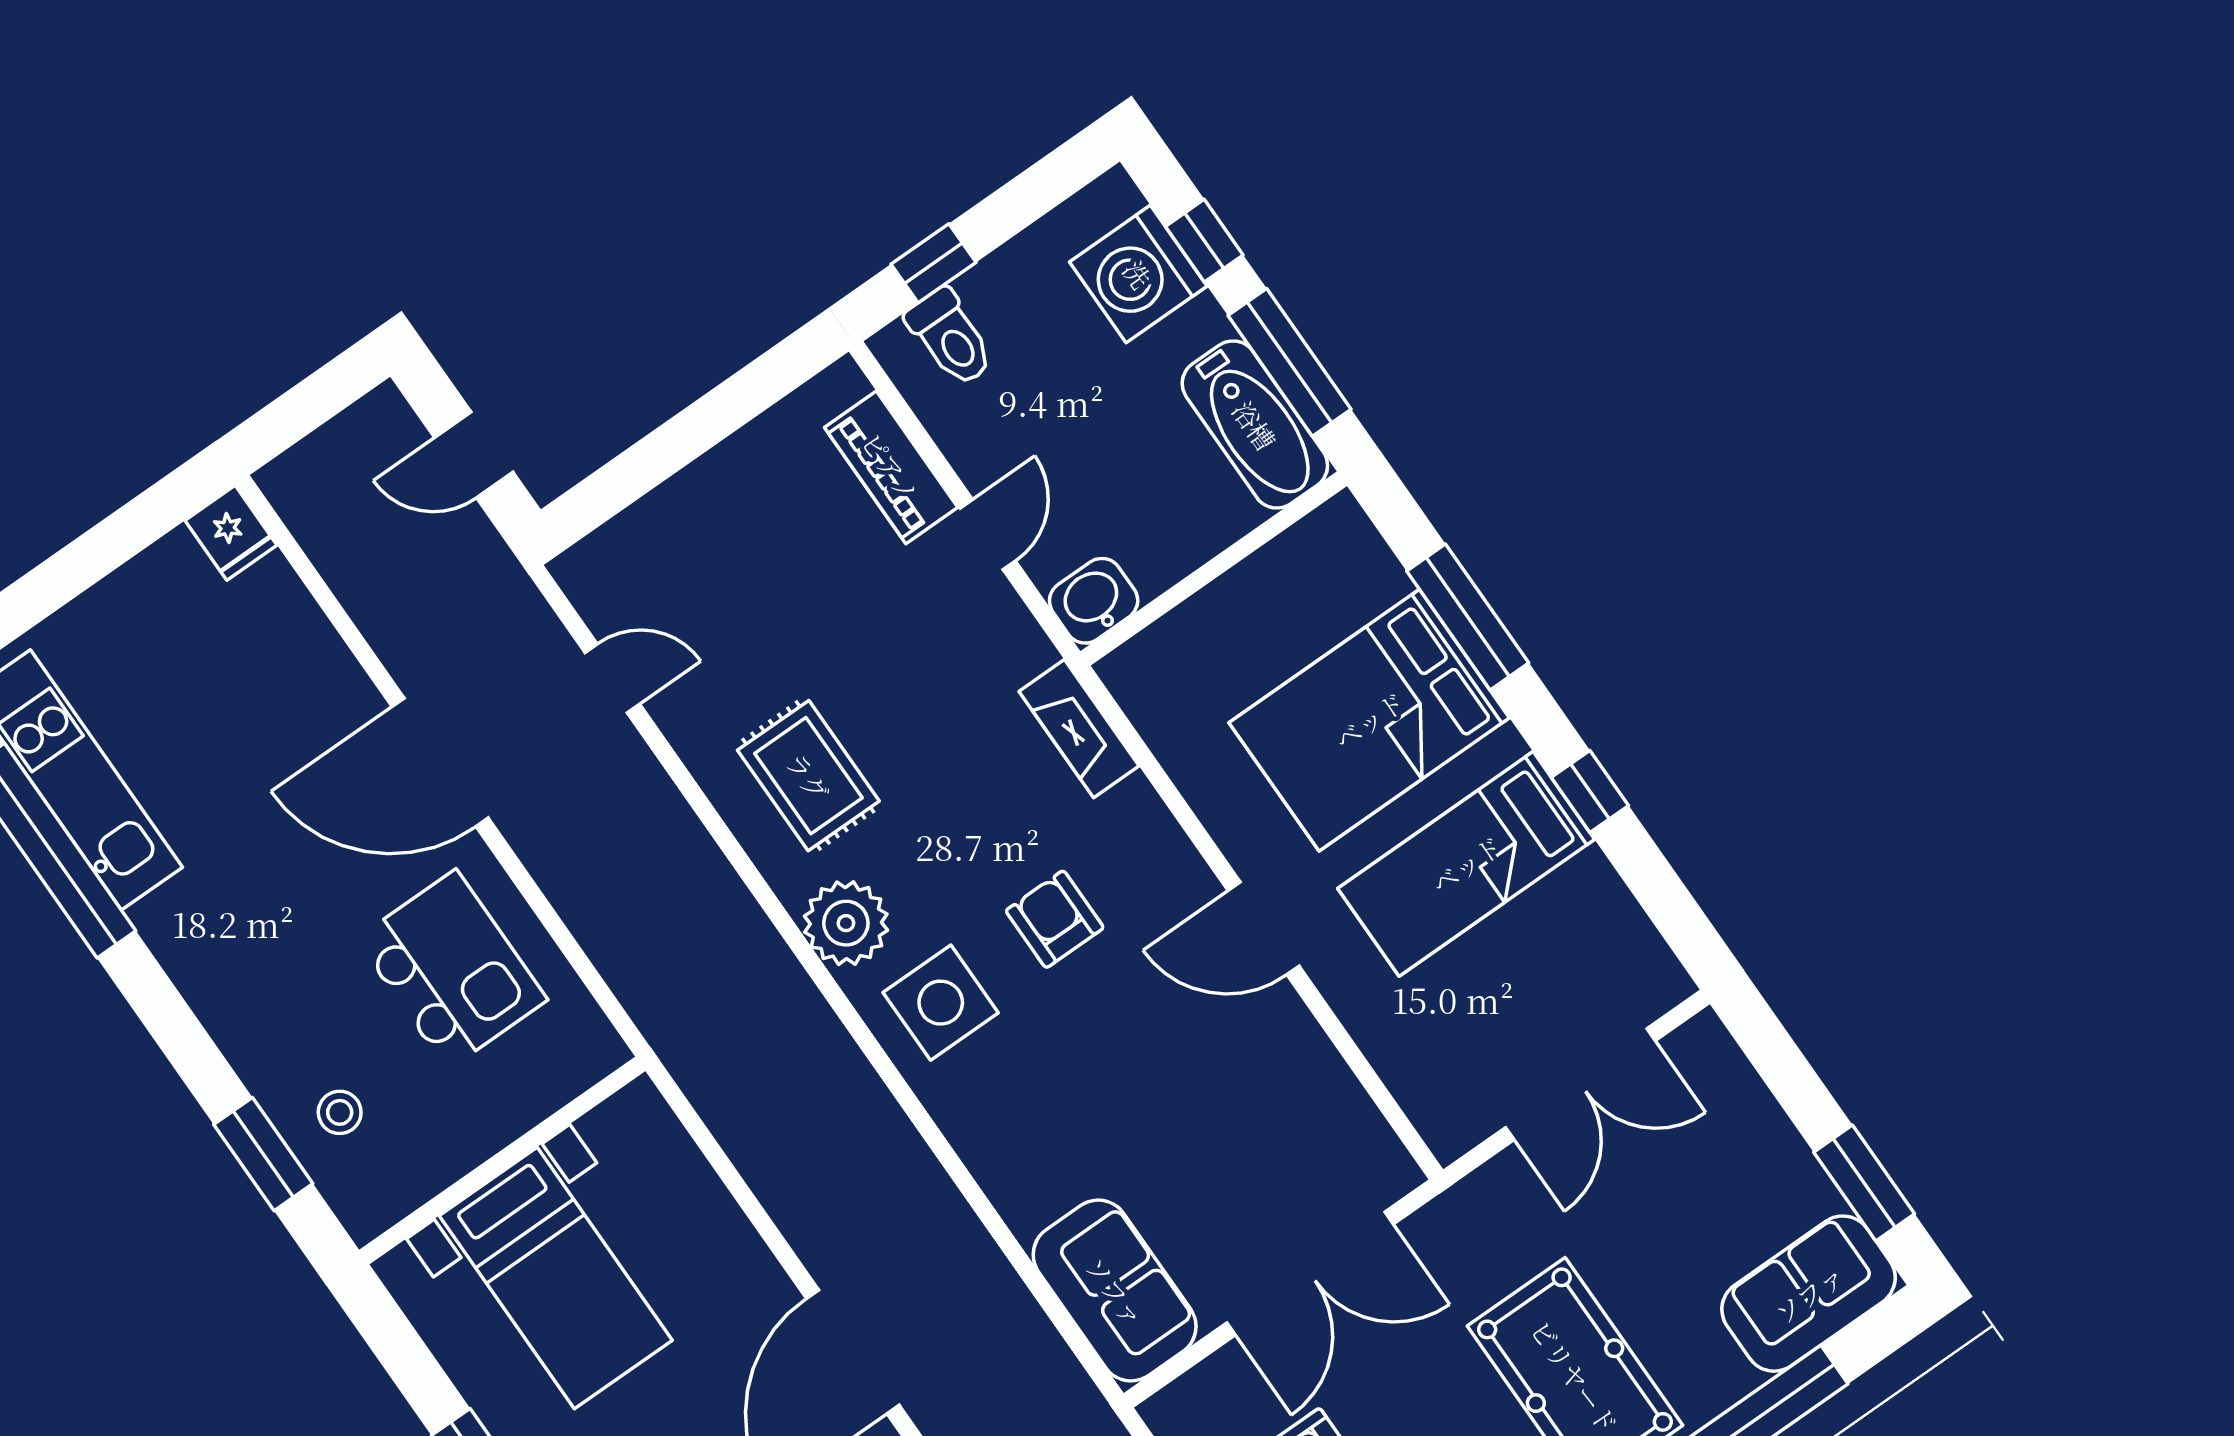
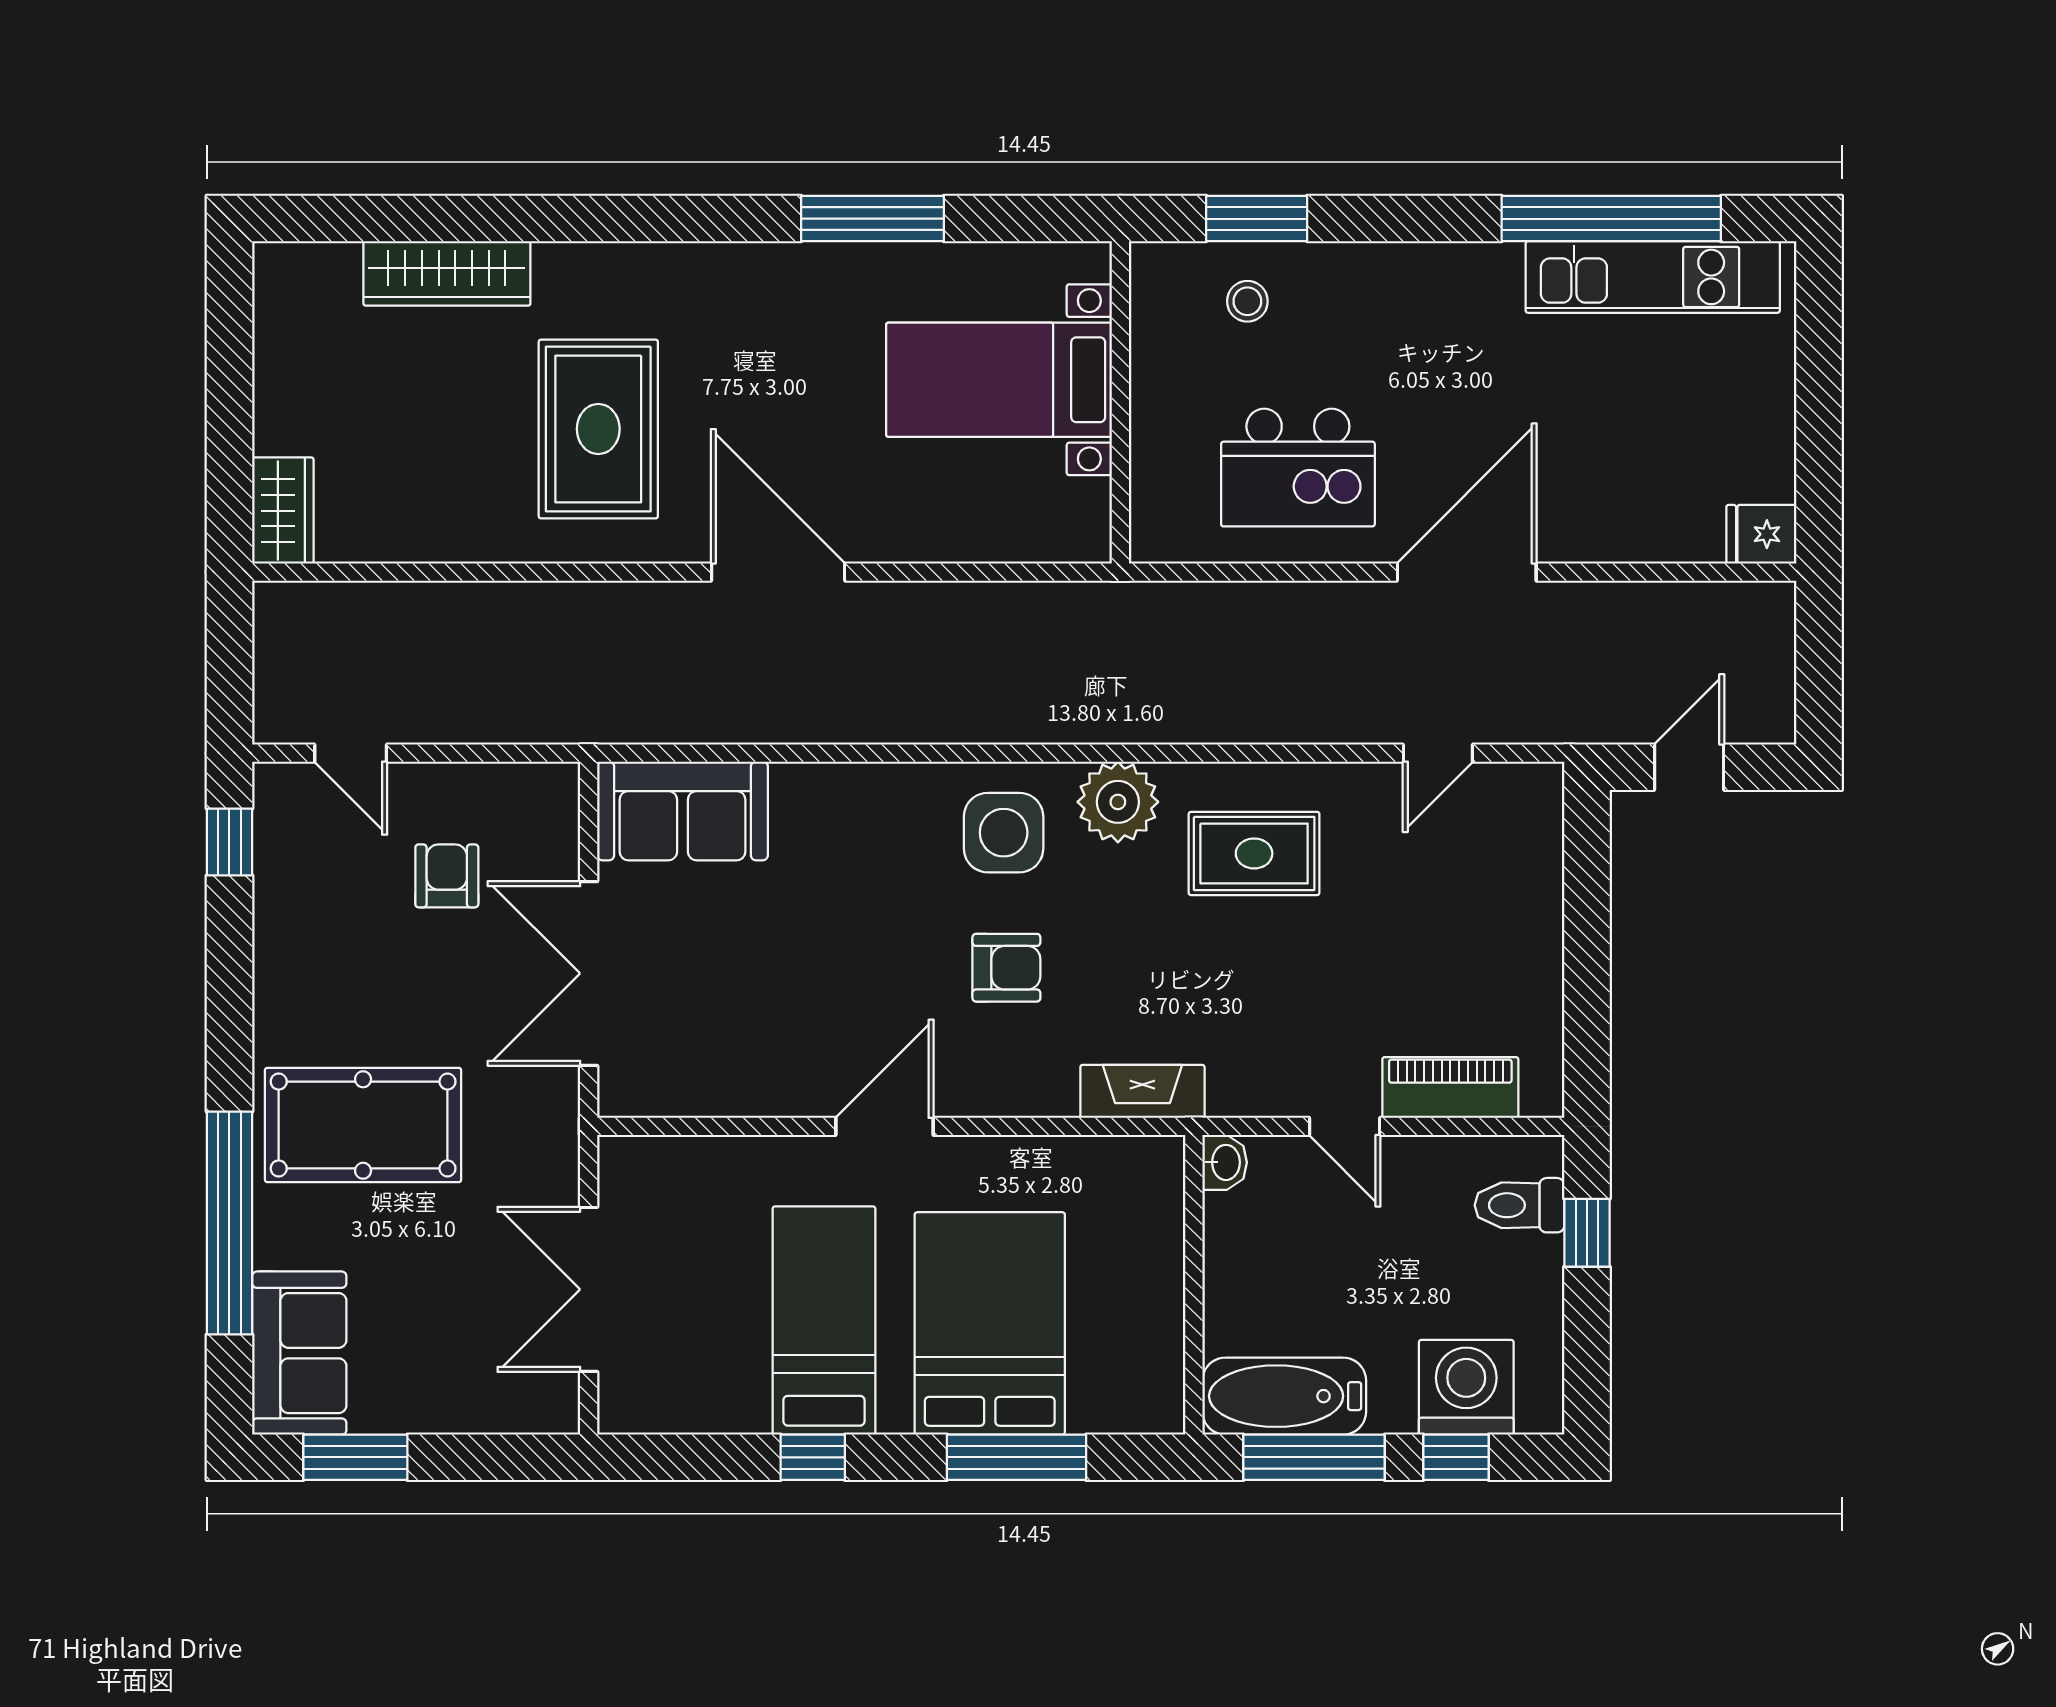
washbasin: (1094, 601) -> (1225, 1162), width x0.72, depth x0.69

